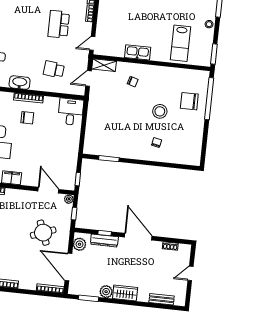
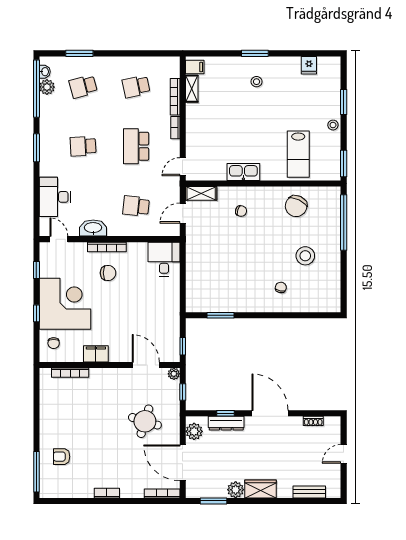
school desk: (19, 20) -> (83, 146), added
chair: (189, 101) -> (296, 206), moved, turned -65
stool: (160, 111) -> (305, 256), moved
round table: (43, 233) -> (145, 421), turned 38

